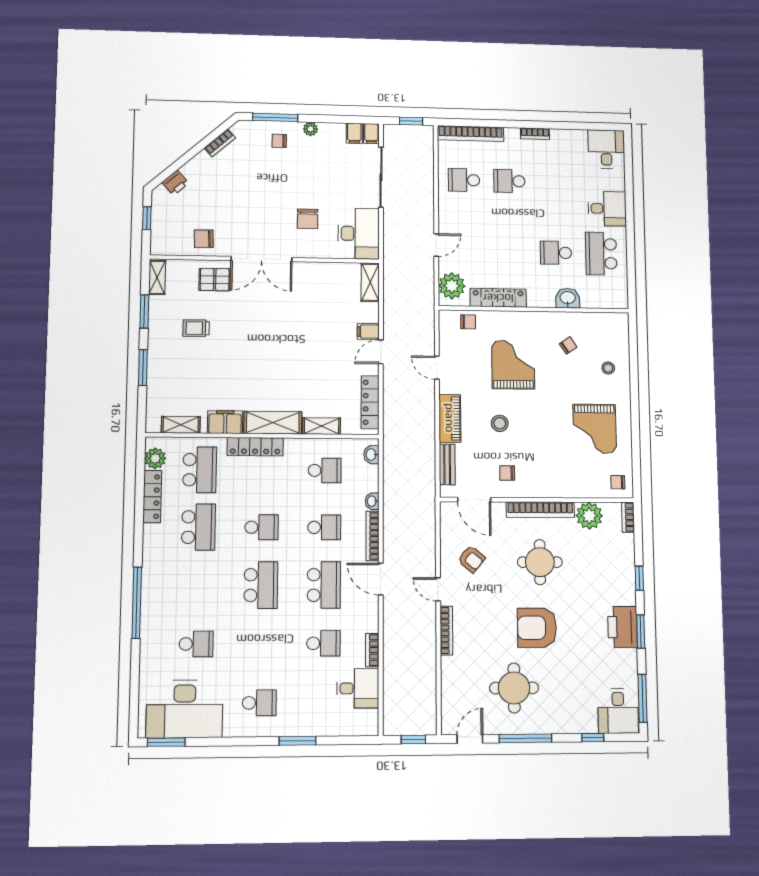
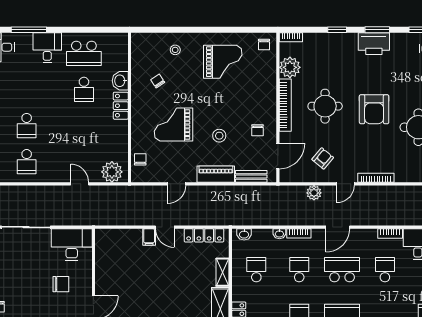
window: (629, 187) -> (29, 30), added
shelving: (370, 282) -> (110, 235), removed
locker: (498, 298) -> (121, 106), moved, width x0.66
bookcase: (373, 536) -> (299, 233), width x0.64
plant: (426, 547) -> (314, 193), added

